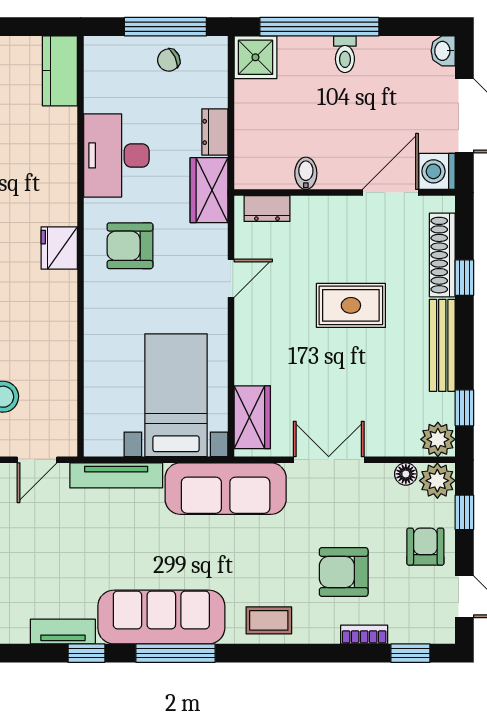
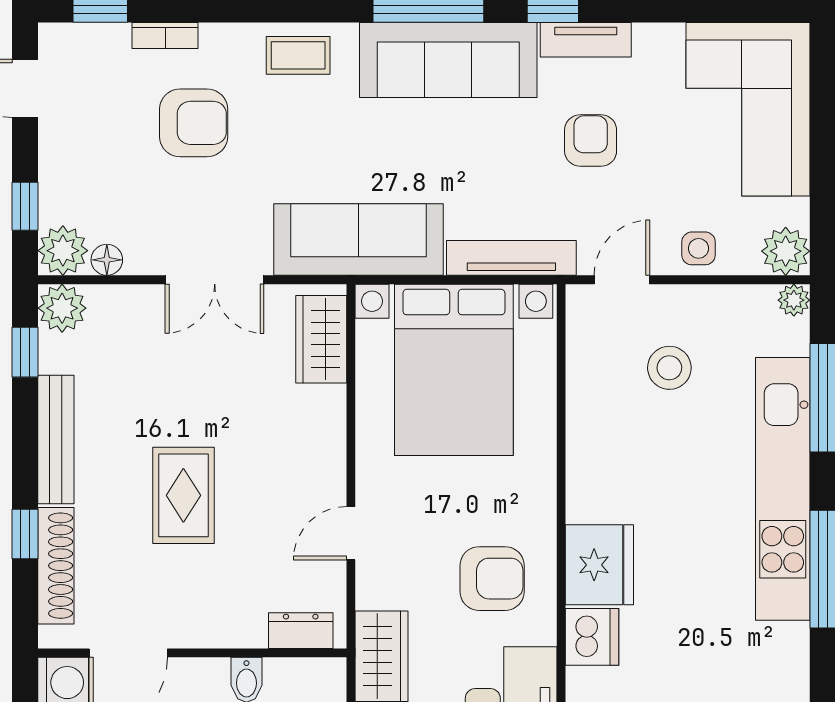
dishwasher: (58, 204) -> (592, 637), added
fridge: (59, 248) -> (599, 565), width x1.36, depth x1.34
rug: (351, 305) -> (183, 495), turned 90
bed with nightstands: (176, 395) -> (454, 370), width x1.36
armchair: (425, 547) -> (591, 141), moved, turned 180

